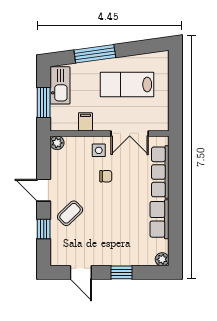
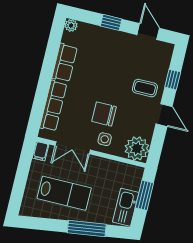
filing cabinet: (85, 122) -> (41, 151), moved
double door: (130, 133) -> (73, 148), swing flipped
plant: (57, 143) -> (137, 148), width x1.88, depth x1.88
chair: (106, 176) -> (104, 114), width x1.87, depth x1.87
coffee table: (70, 213) -> (145, 88), turned 44

